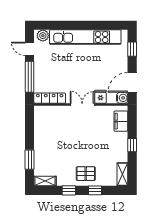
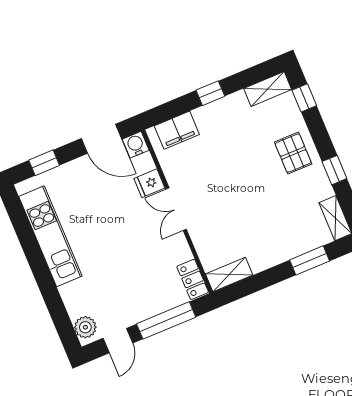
kitchen unit: (85, 37) -> (50, 236), width x0.73
locker: (50, 98) -> (193, 279), width x0.66
shelving: (39, 117) -> (229, 274), added
window: (95, 190) -> (304, 98), moved

